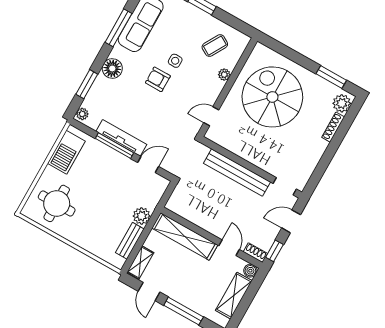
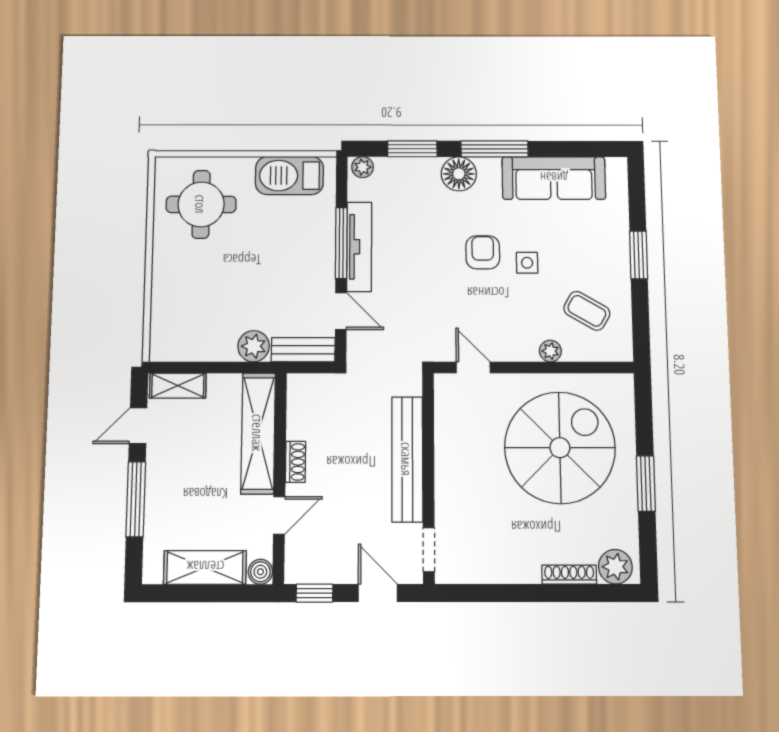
window: (118, 28) -> (494, 149), moved
window: (331, 77) -> (646, 484), moved
bench: (130, 241) -> (303, 350), moved
shoe rack: (255, 253) -> (295, 462), moved

